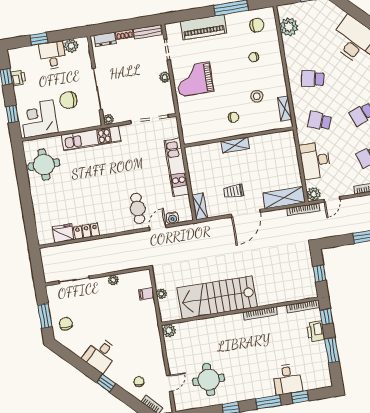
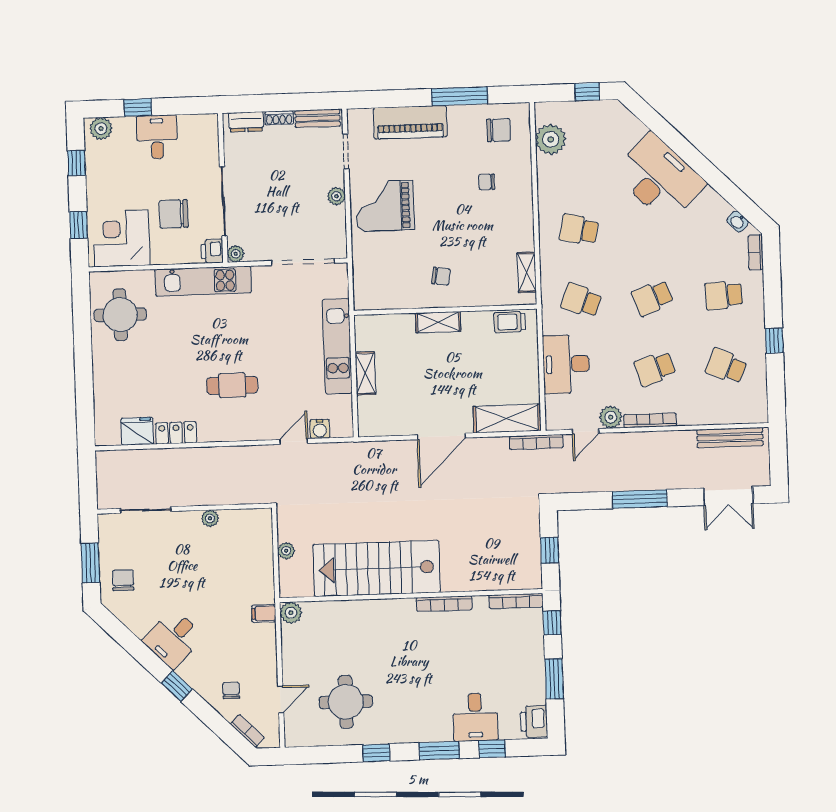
plant: (71, 46) -> (101, 129), moved
printer: (18, 78) -> (212, 251), moved, turned 180
stool: (257, 96) -> (483, 247), removed
trolley: (234, 191) -> (510, 322), moved
plant: (314, 194) -> (611, 417), moved
shelving: (200, 206) -> (365, 373), moved
cafe table: (138, 208) -> (232, 385), moved, turned 90
filing cabinet: (146, 294) -> (264, 613), moved
printer: (316, 331) -> (534, 721), moved

